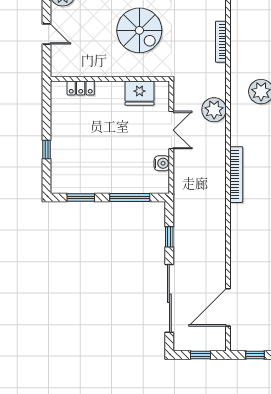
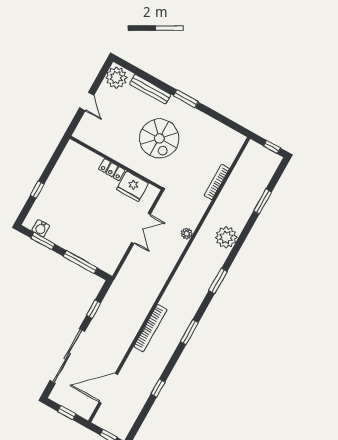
locker: (81, 88) -> (112, 170), moved
plant: (214, 110) -> (187, 234), width x0.53, depth x0.53
water cooler: (162, 163) -> (41, 228), moved, turned 90
bookcase: (236, 175) -> (150, 328), moved

